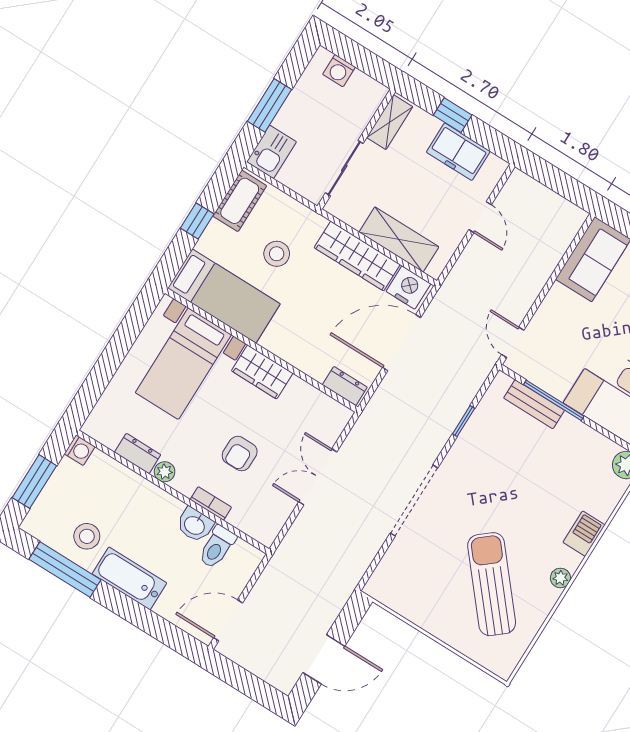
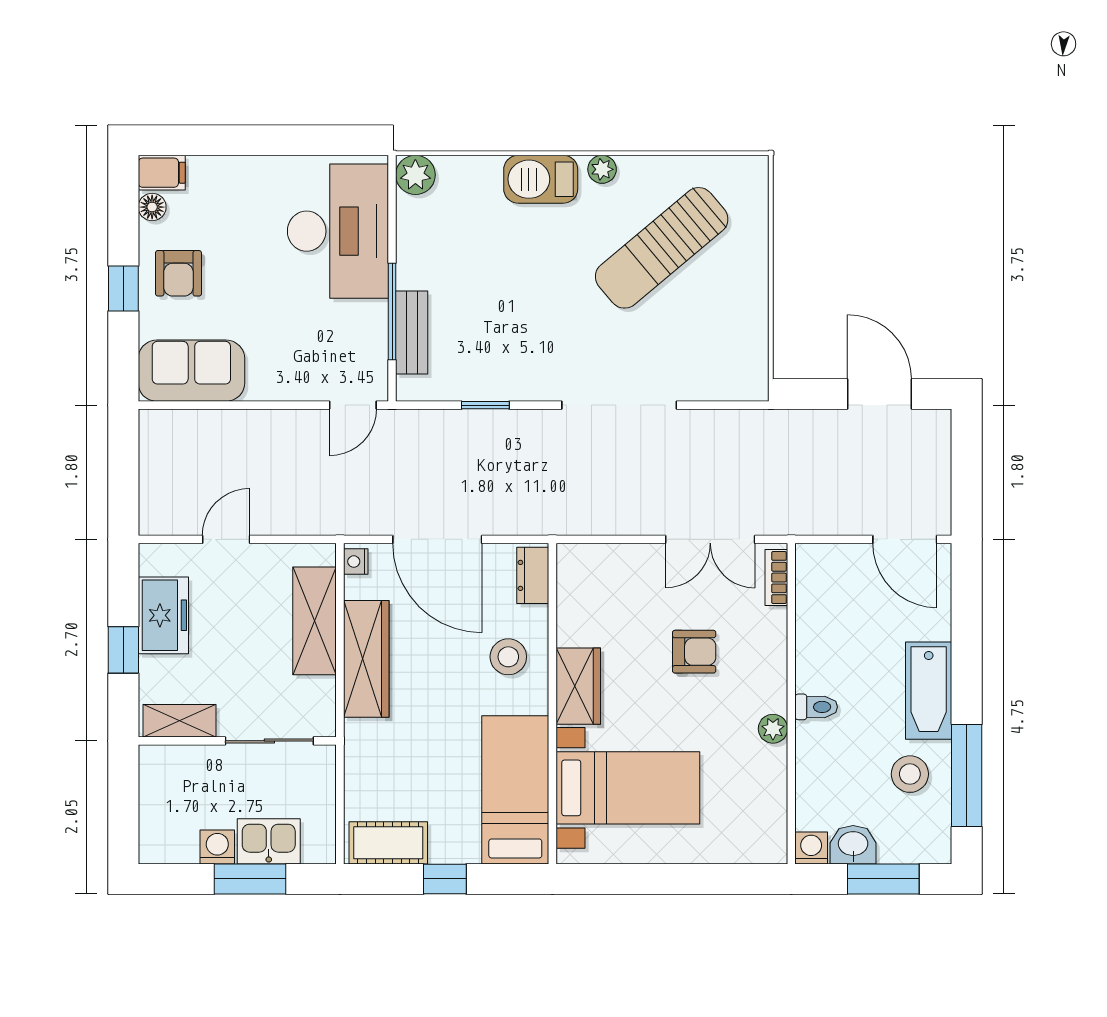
washing machine: (339, 71) -> (217, 847), moved, turned -90
kitchen sink: (272, 152) -> (269, 841), moved
stool: (277, 254) -> (508, 657), moved
nightstand: (408, 287) -> (356, 562), width x0.53, depth x0.56
dresser: (138, 453) -> (771, 775), removed
double door: (318, 477) -> (710, 539), moved
bookcase: (211, 503) -> (776, 578), moved
washbasin: (195, 525) -> (853, 845), moved, turned -90
barbecue: (584, 534) -> (541, 179), width x1.38, depth x1.27
toilet: (217, 547) -> (816, 707), moved, width x0.73, depth x0.72

